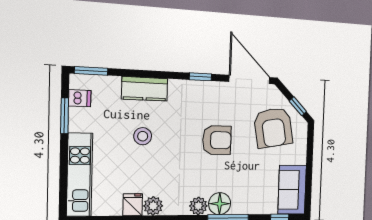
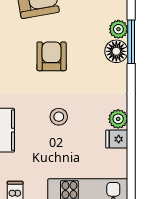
stool: (143, 136) -> (59, 117), moved
plant: (198, 206) -> (118, 29), moved

